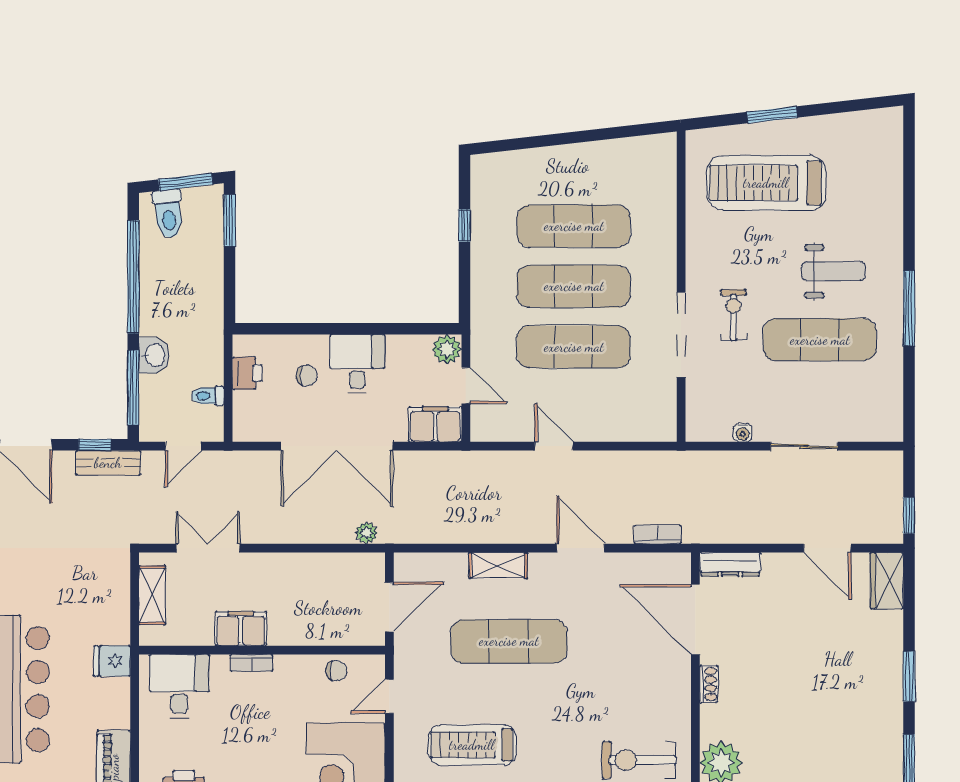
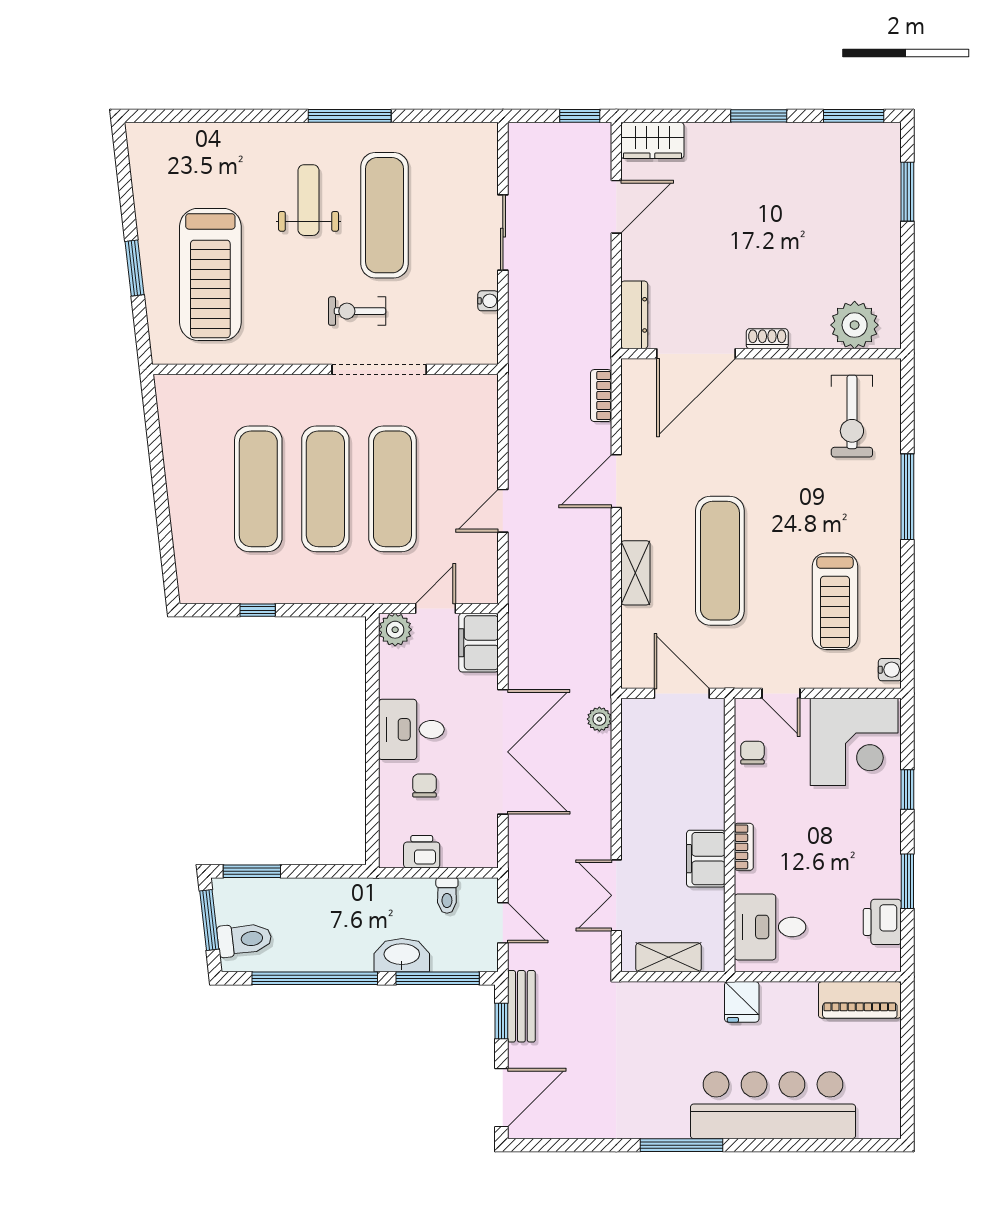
washbasin: (154, 355) -> (402, 955), width x1.38

